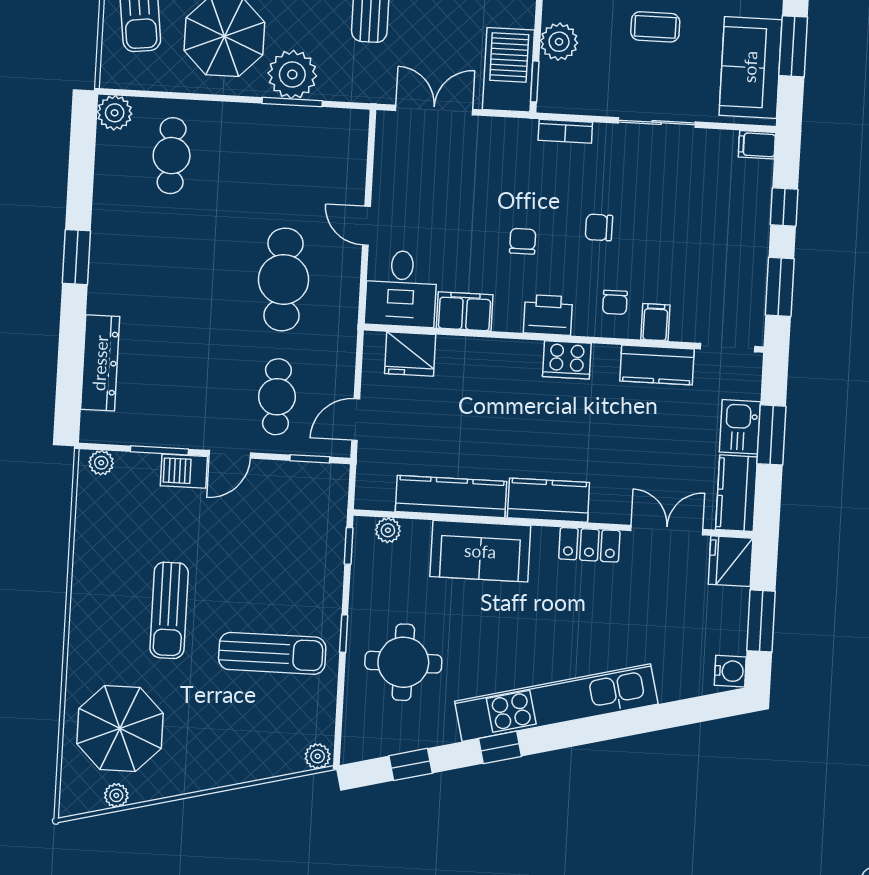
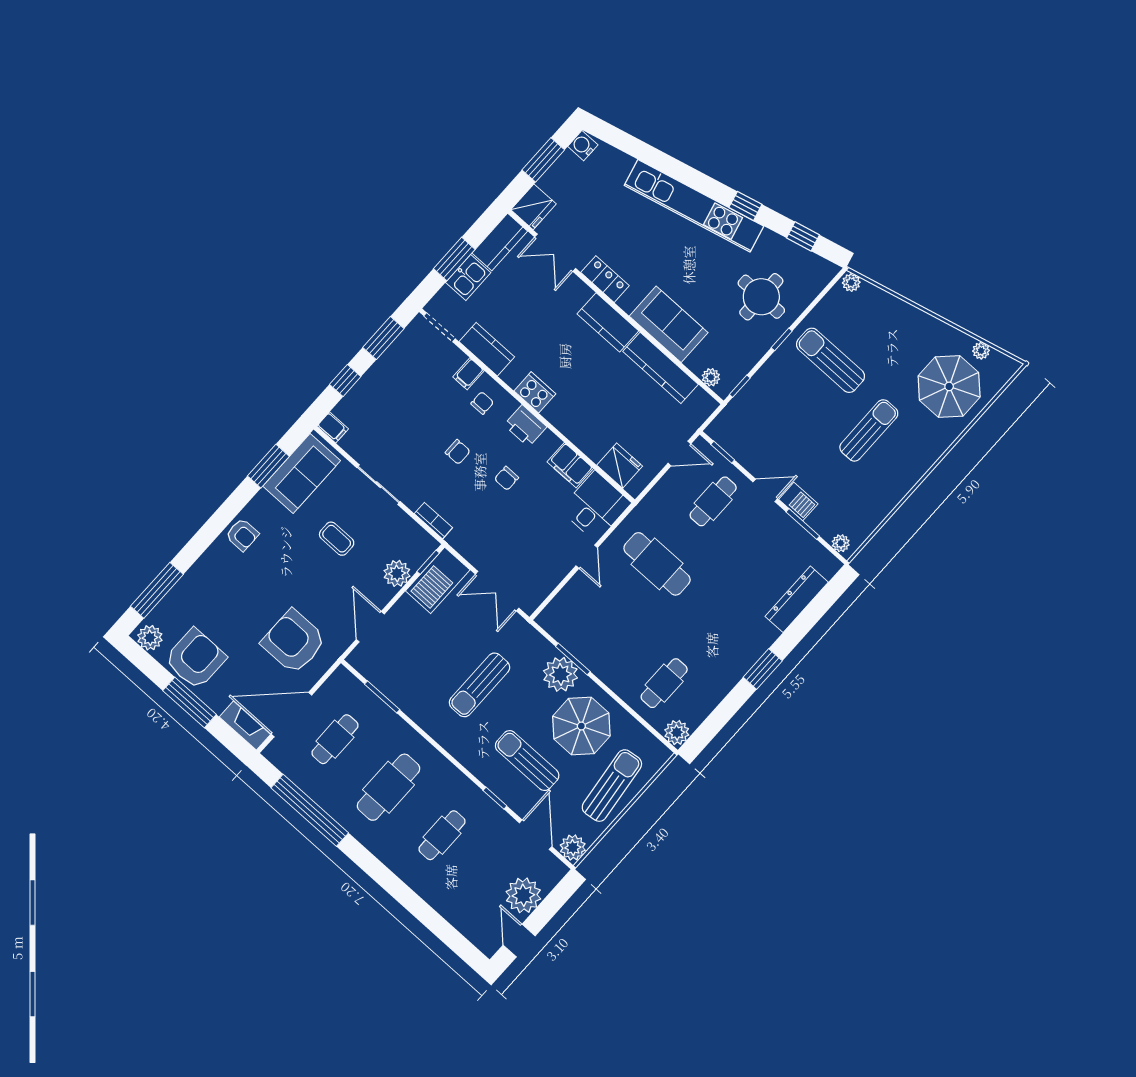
cafe table: (284, 279) -> (657, 564), turned 90

